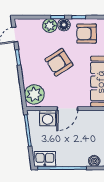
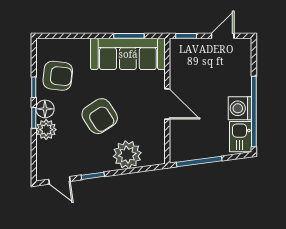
armchair: (87, 34) -> (58, 76), turned -84
plant: (34, 94) -> (127, 155), moved
washing machine: (48, 118) -> (240, 108), moved, turned 180
boiler: (94, 161) -> (244, 65), removed

